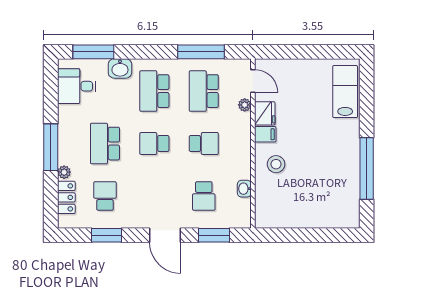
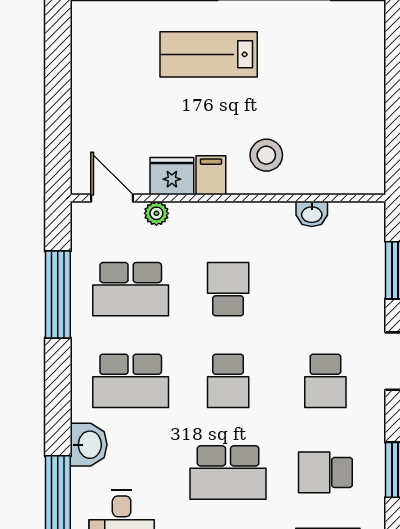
door: (253, 81) -> (112, 198), hinge flipped
lab bench: (345, 92) -> (209, 54), moved
school desk: (204, 196) -> (325, 381), moved, turned 90

